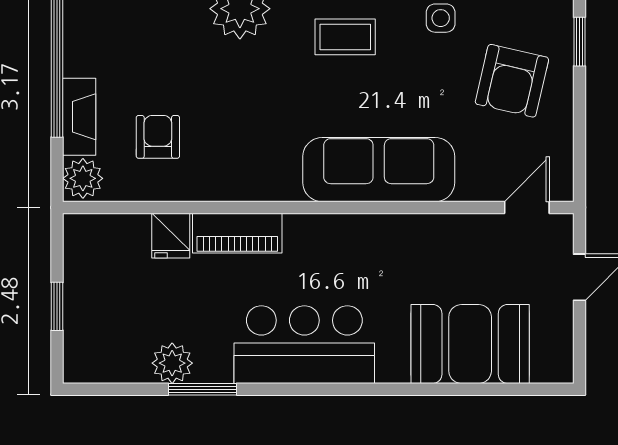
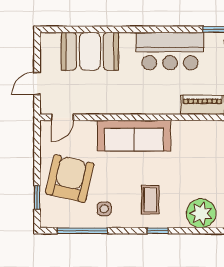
coffee table: (345, 37) -> (150, 200), turned 90
armchair: (512, 81) -> (70, 179), width x1.36, depth x1.36

